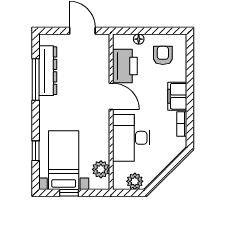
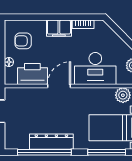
dresser: (48, 71) -> (51, 142), moved
window: (36, 80) -> (44, 152), width x1.46
window: (36, 151) -> (107, 152), width x2.17

